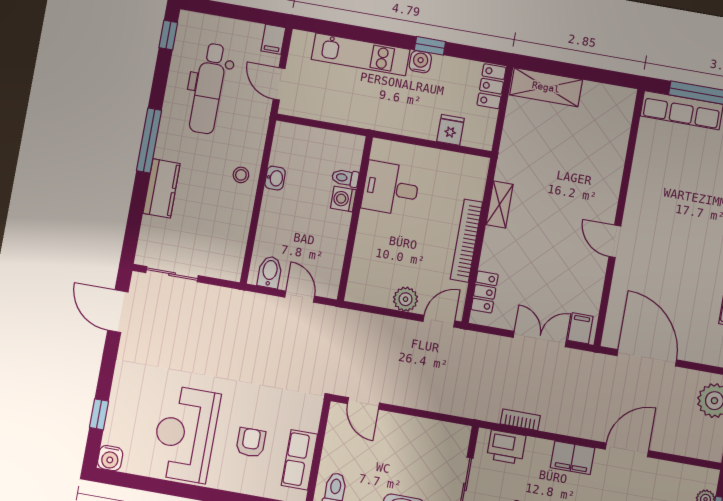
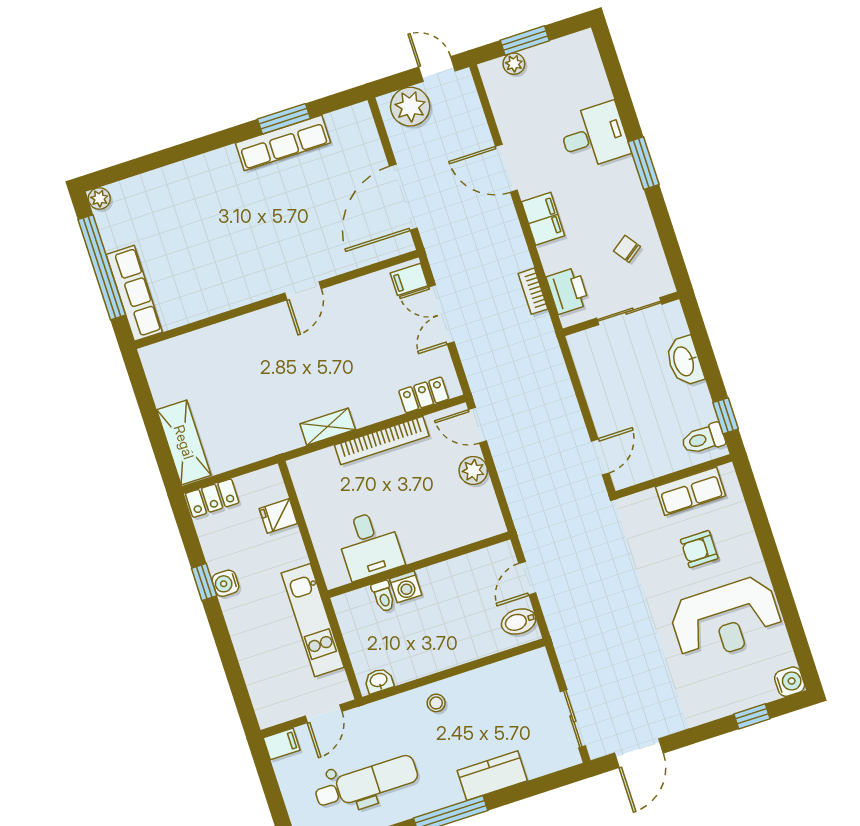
kitchen unit: (361, 54) -> (313, 620), moved, turned 180
washbasin: (275, 178) -> (379, 681), moved

